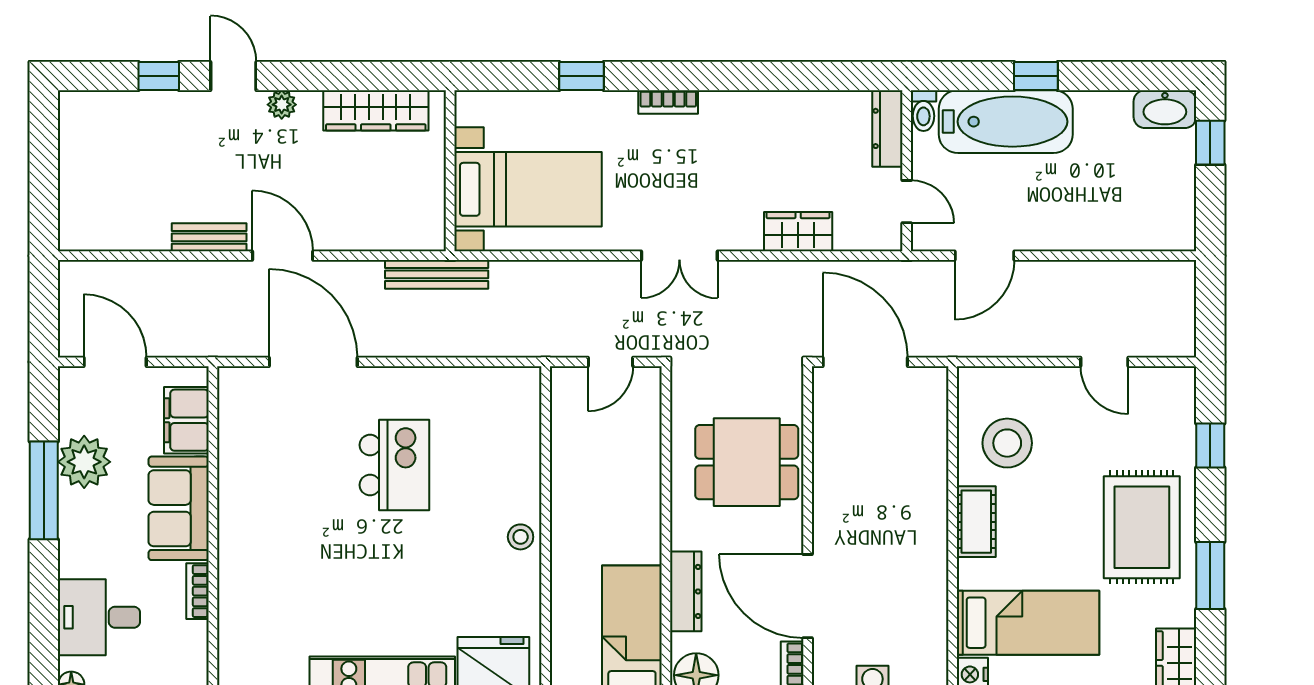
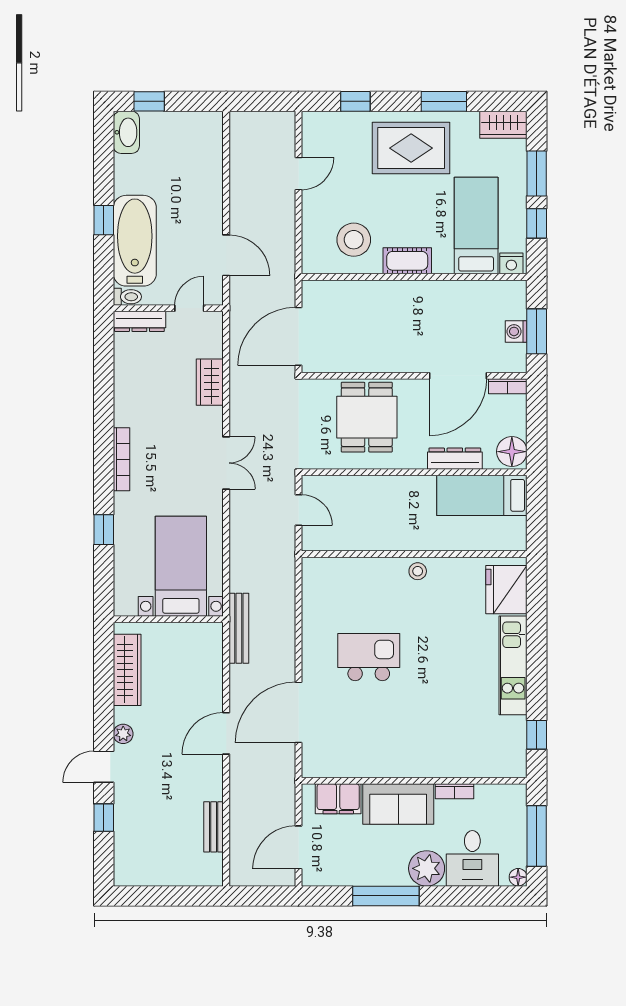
bookcase: (668, 102) -> (121, 459), width x1.56
bench: (209, 237) -> (214, 827), moved
plant: (84, 462) -> (427, 868), moved

